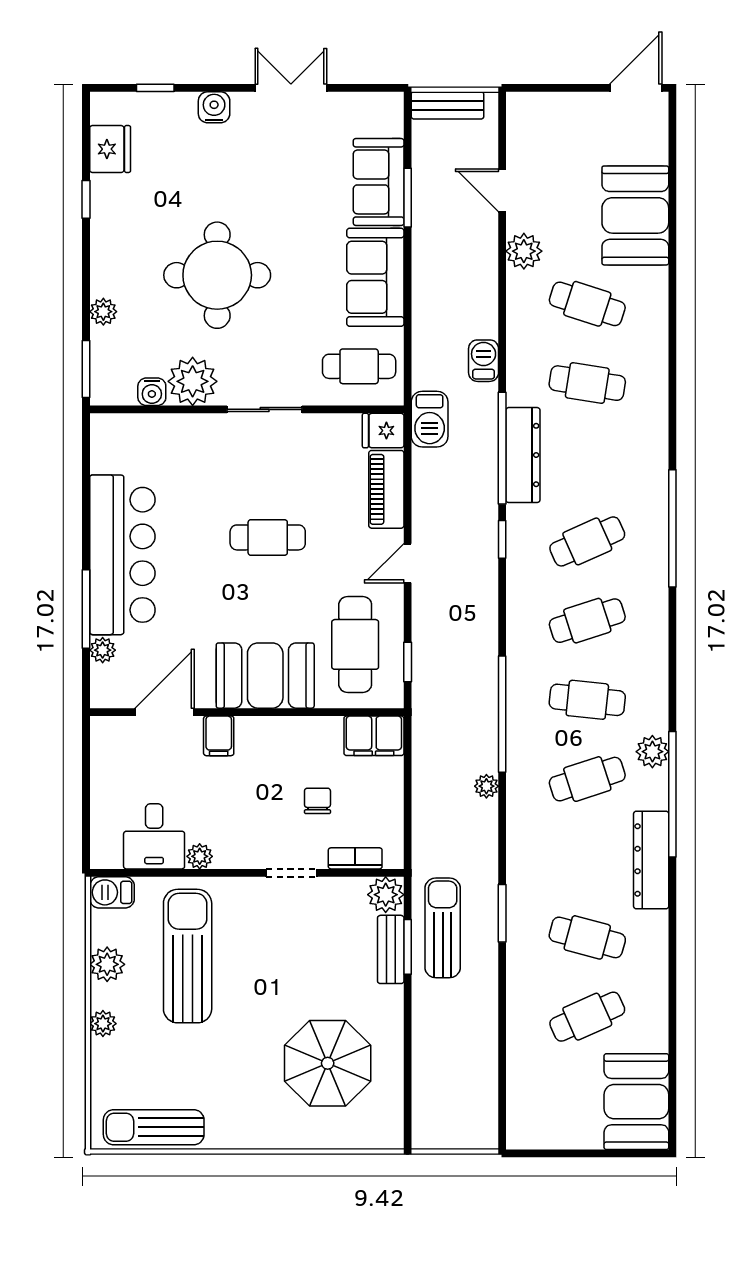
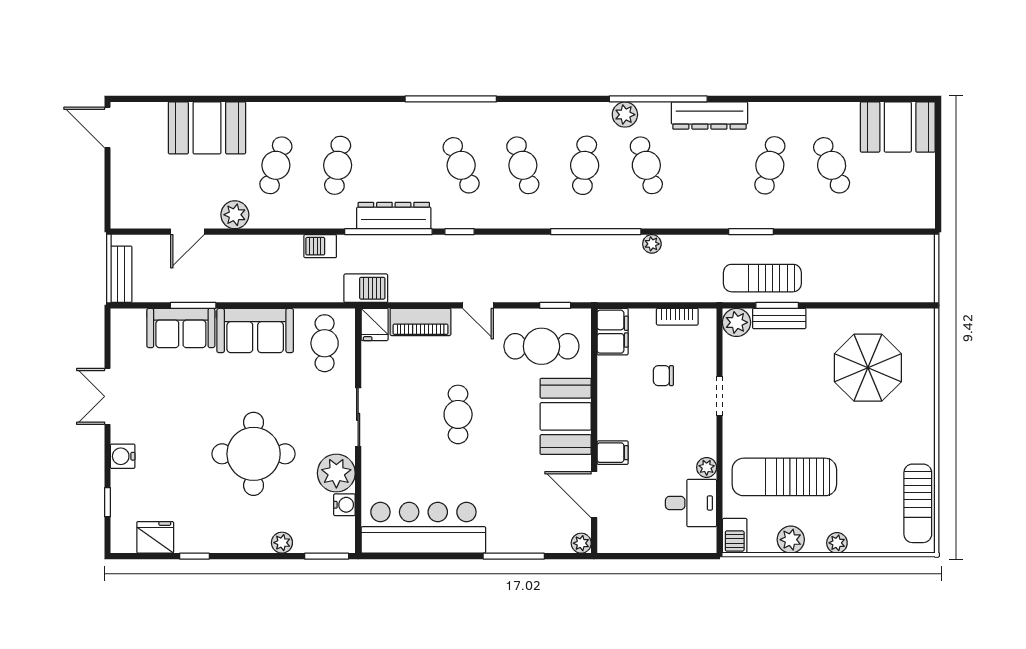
bar counter: (122, 555) -> (423, 528), moved
plant: (103, 650) -> (581, 543), moved
bookcase: (355, 858) -> (677, 317), moved, turned -90

